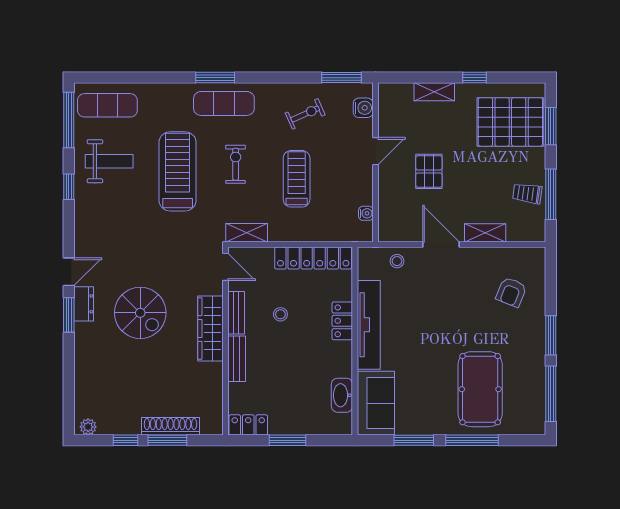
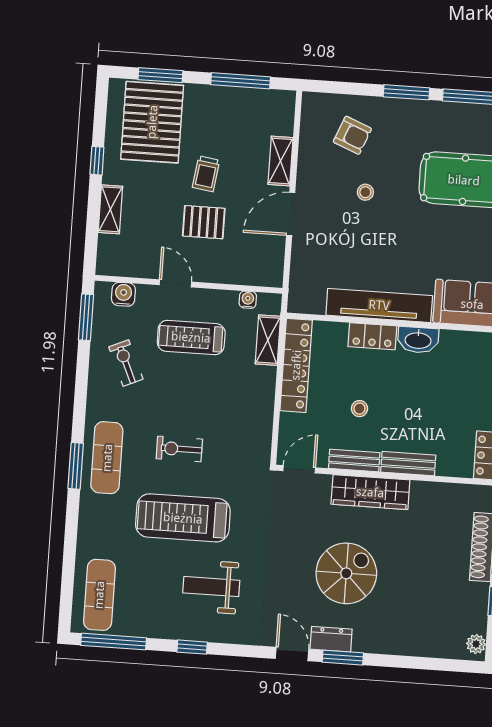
weight bench: (109, 161) -> (211, 587), moved, turned -90
treadmill: (297, 179) -> (191, 337), moved
trolley: (527, 193) -> (206, 174), moved
shelving: (247, 233) -> (268, 340), moved
stool: (397, 261) -> (365, 192), moved
washbasin: (342, 395) -> (418, 340), moved

